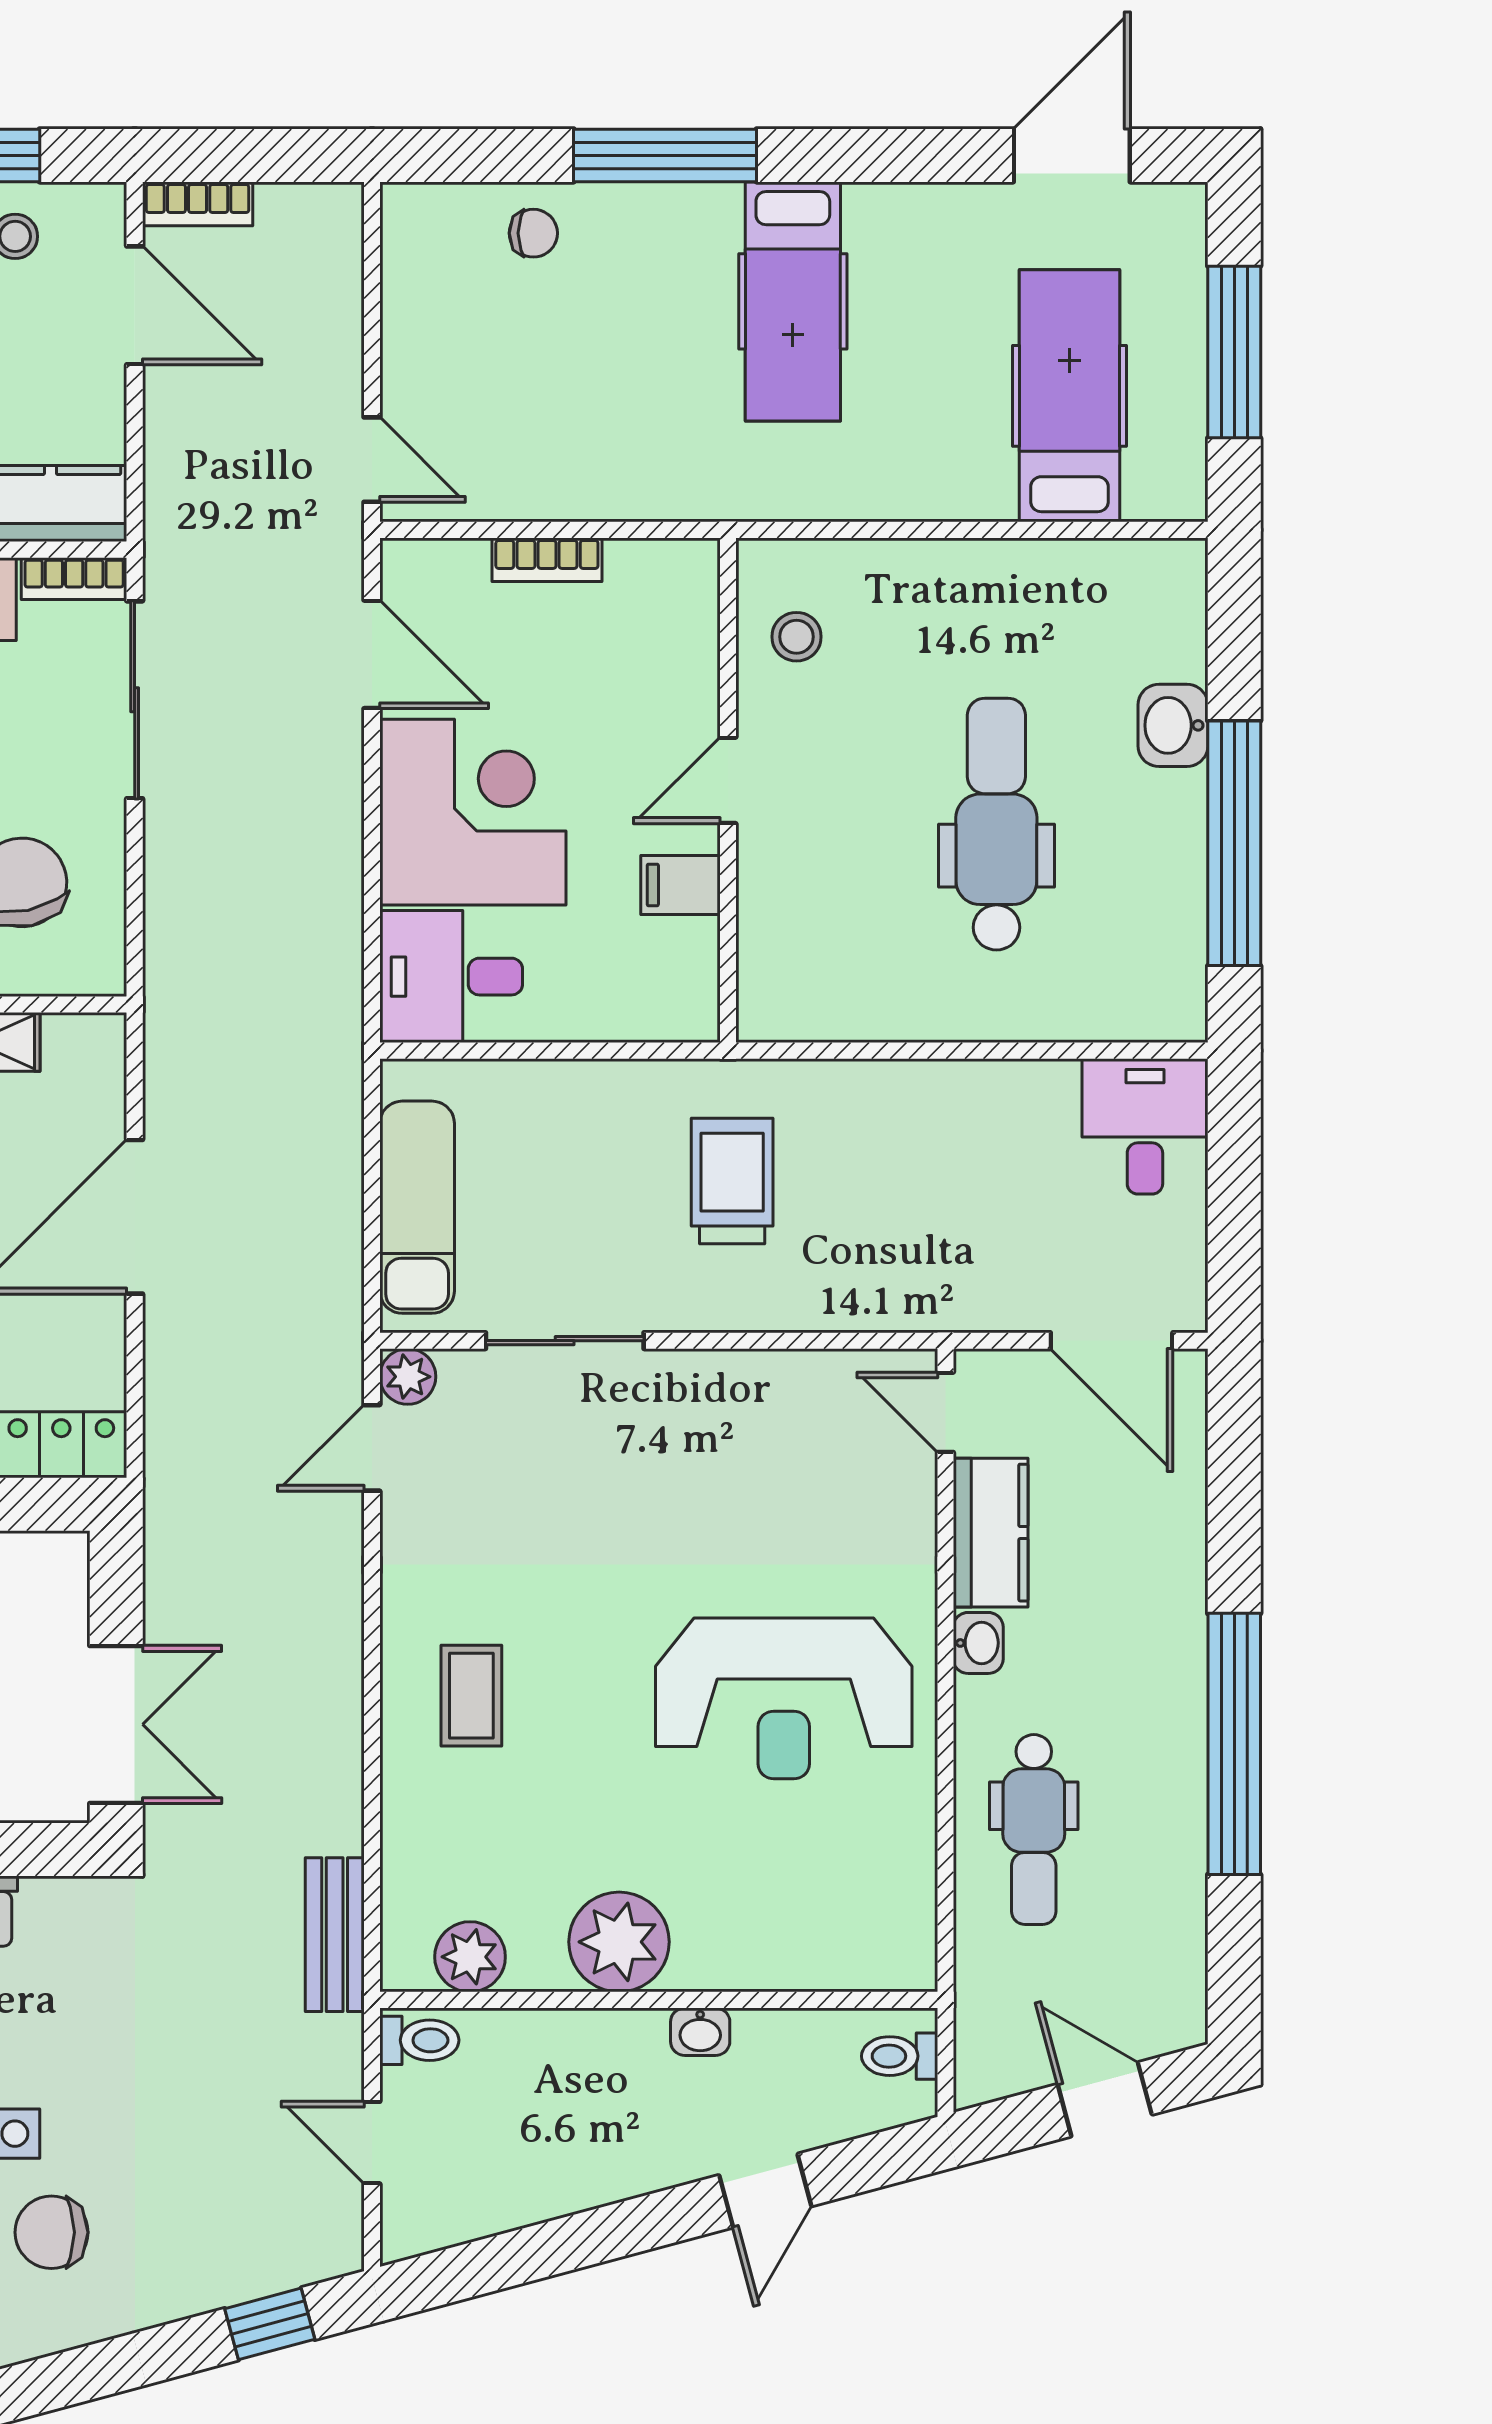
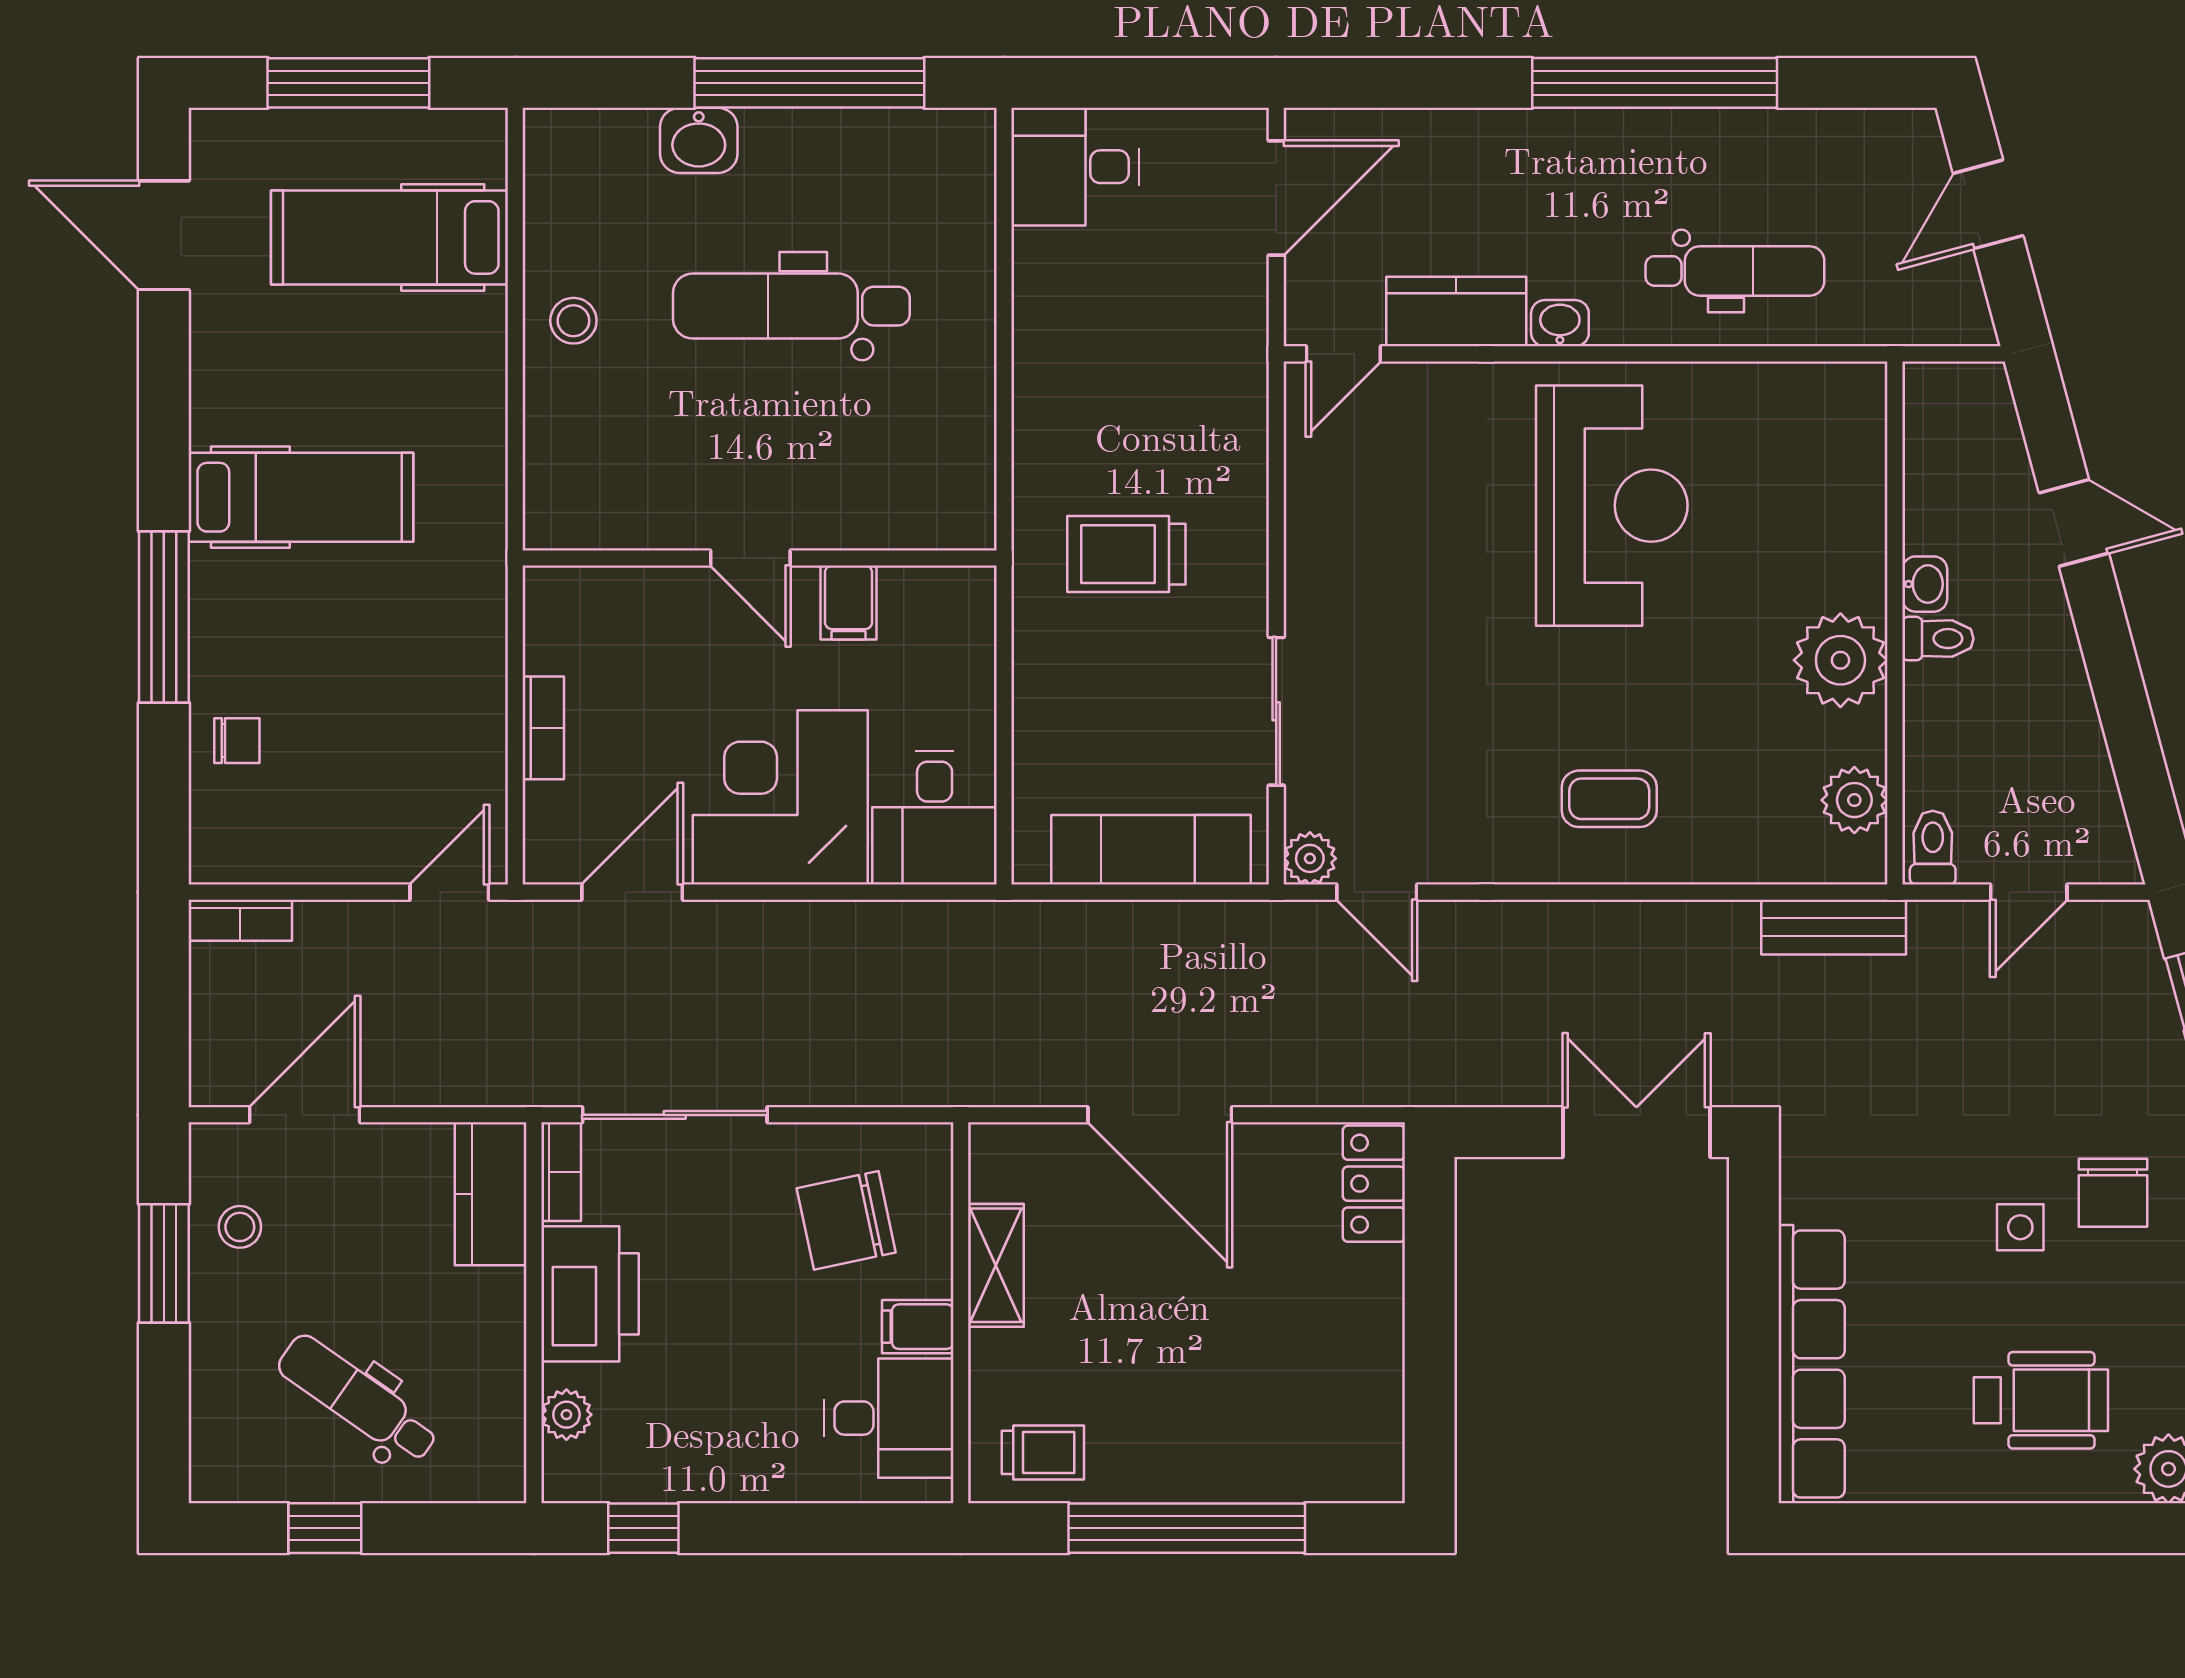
bookcase: (198, 204) -> (240, 920), moved, turned 90
chair: (533, 233) -> (237, 741), turned 90
stool: (796, 637) -> (573, 321), moved
toilet: (900, 2056) -> (1938, 639), moved, turned -90

